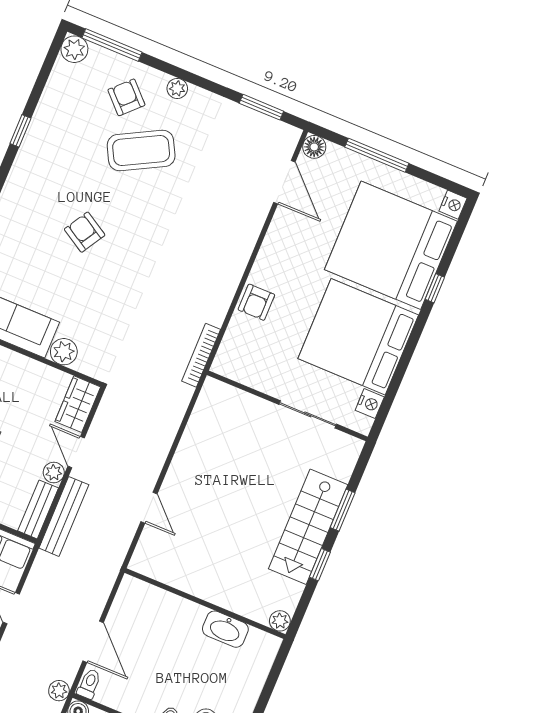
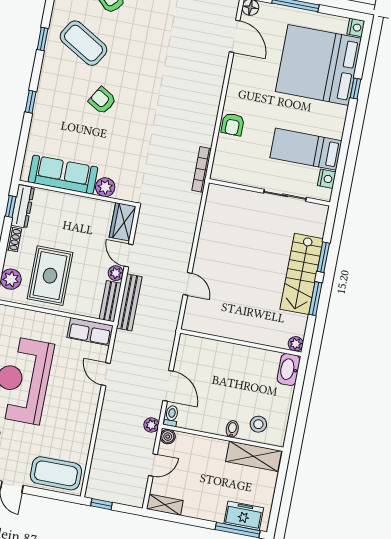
coffee table: (141, 151) -> (83, 43), moved, turned 59
bed: (358, 337) -> (306, 149), width x0.49
window: (320, 565) -> (315, 299), width x1.50
washbasin: (225, 629) -> (289, 369), moved, turned 90

